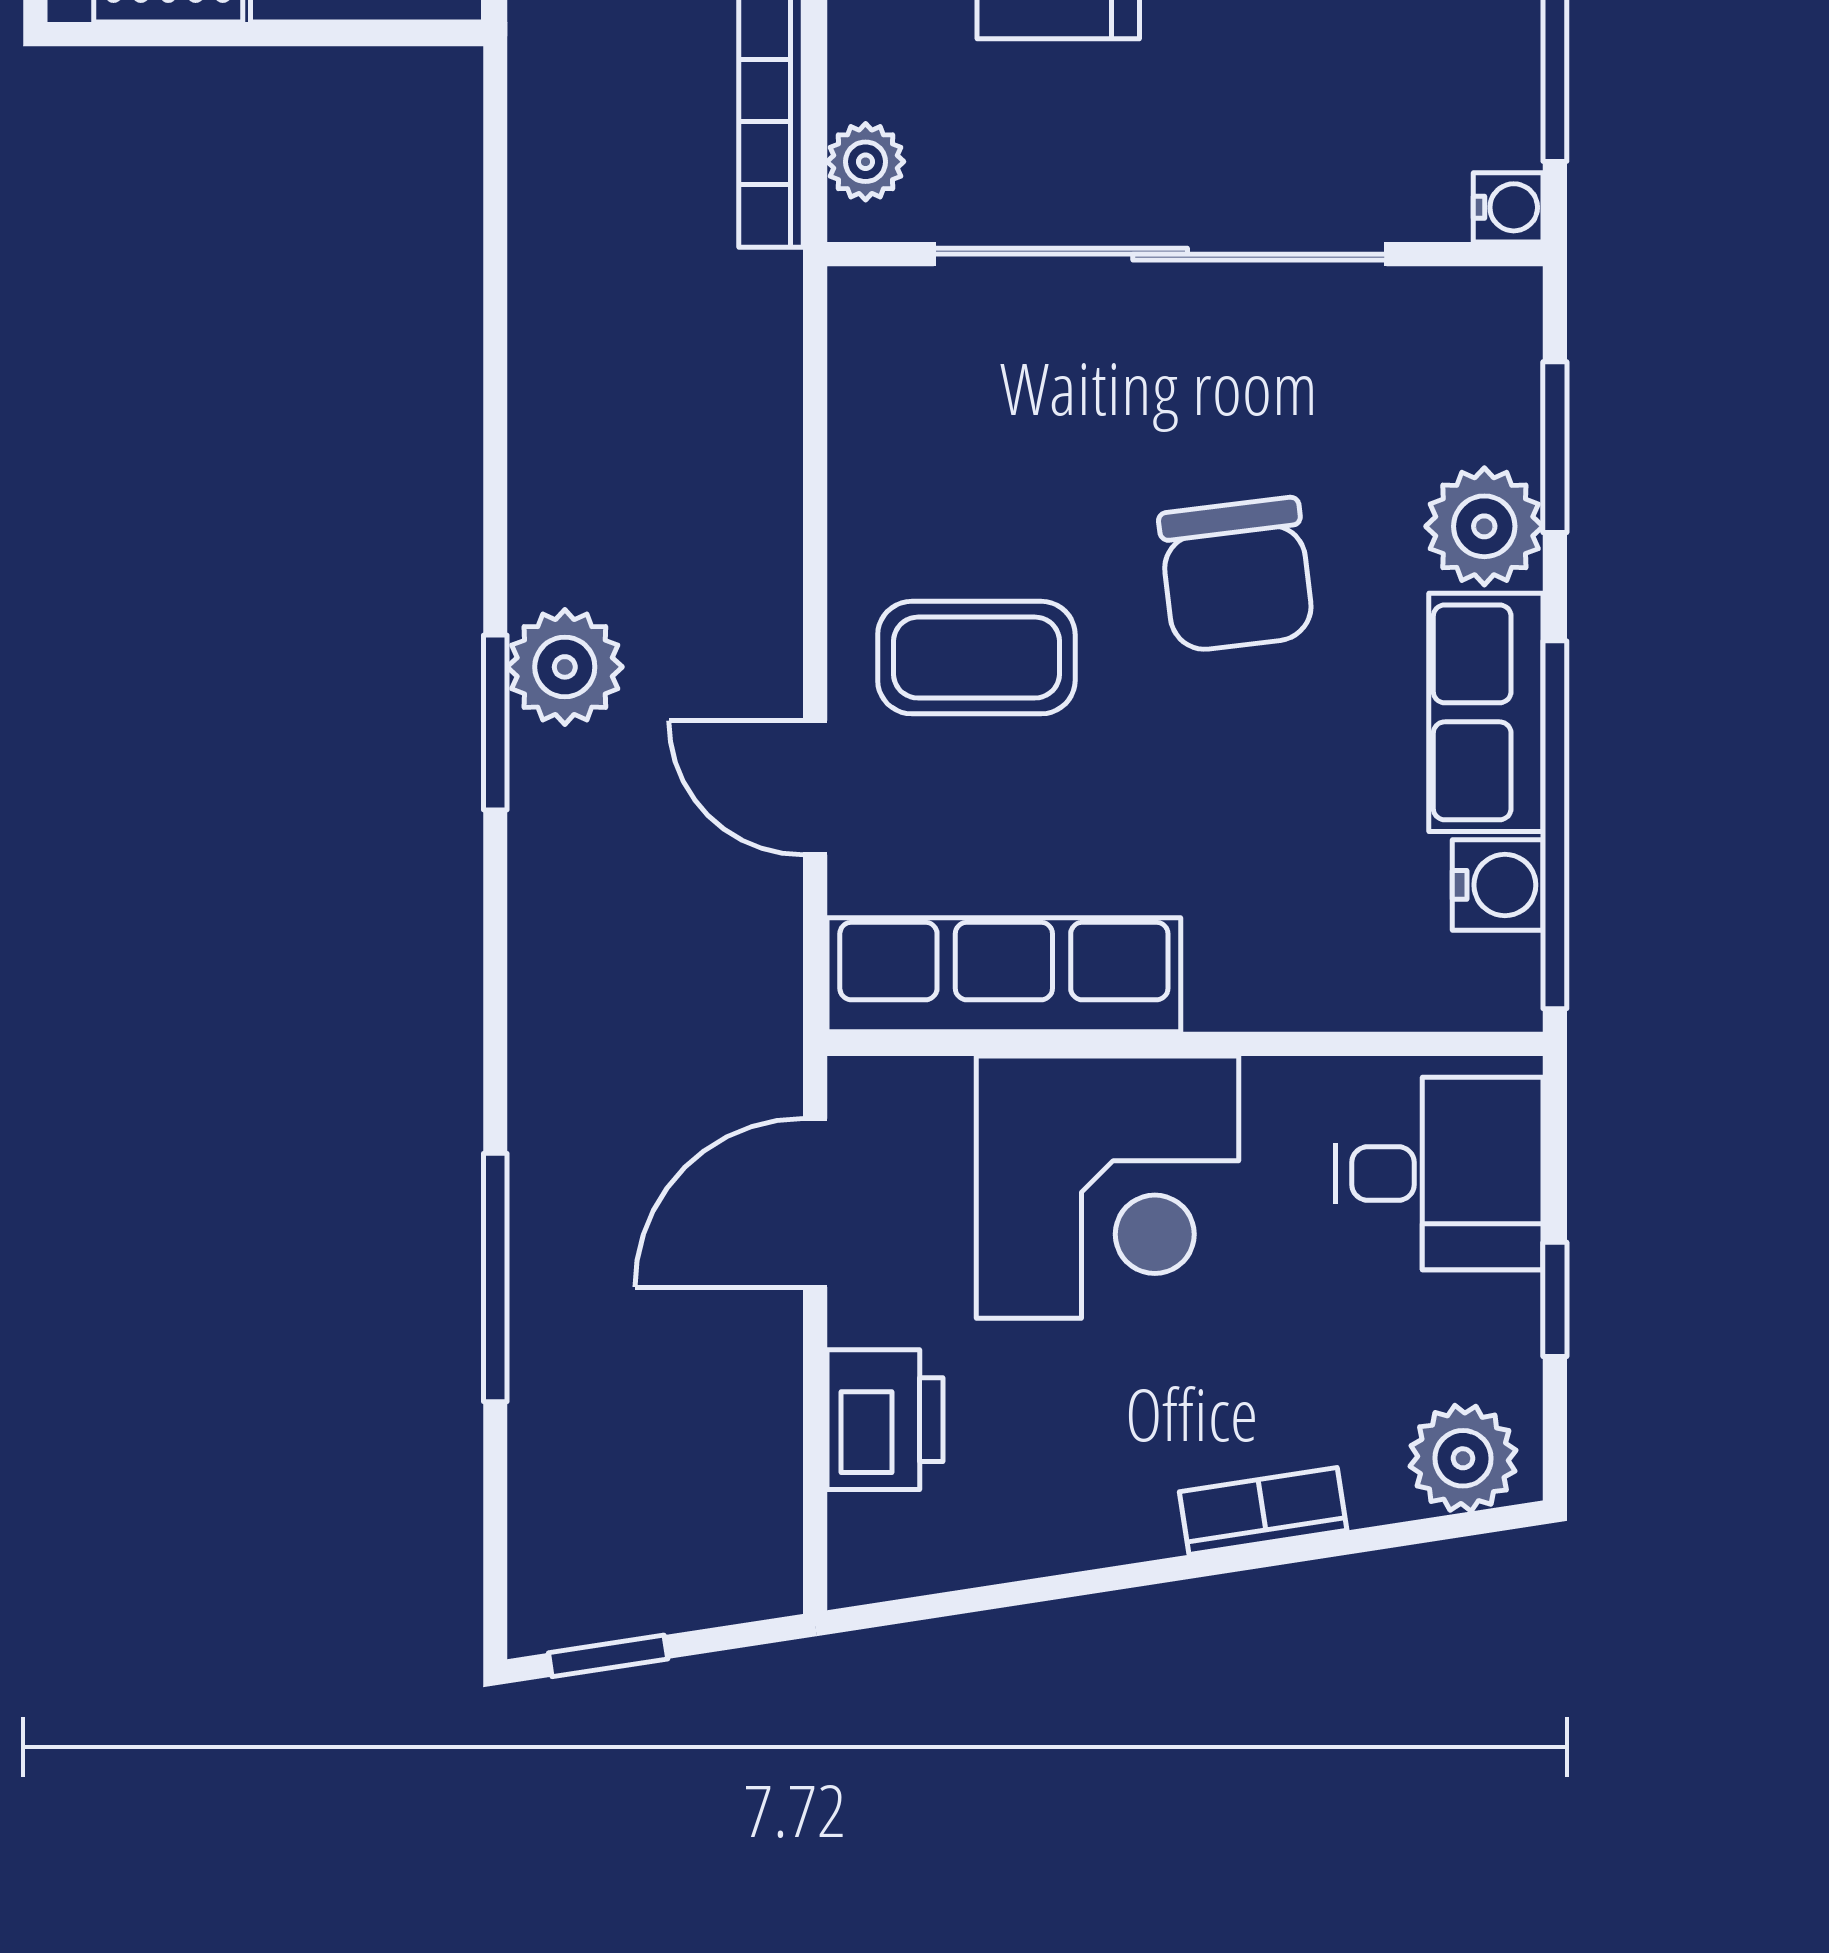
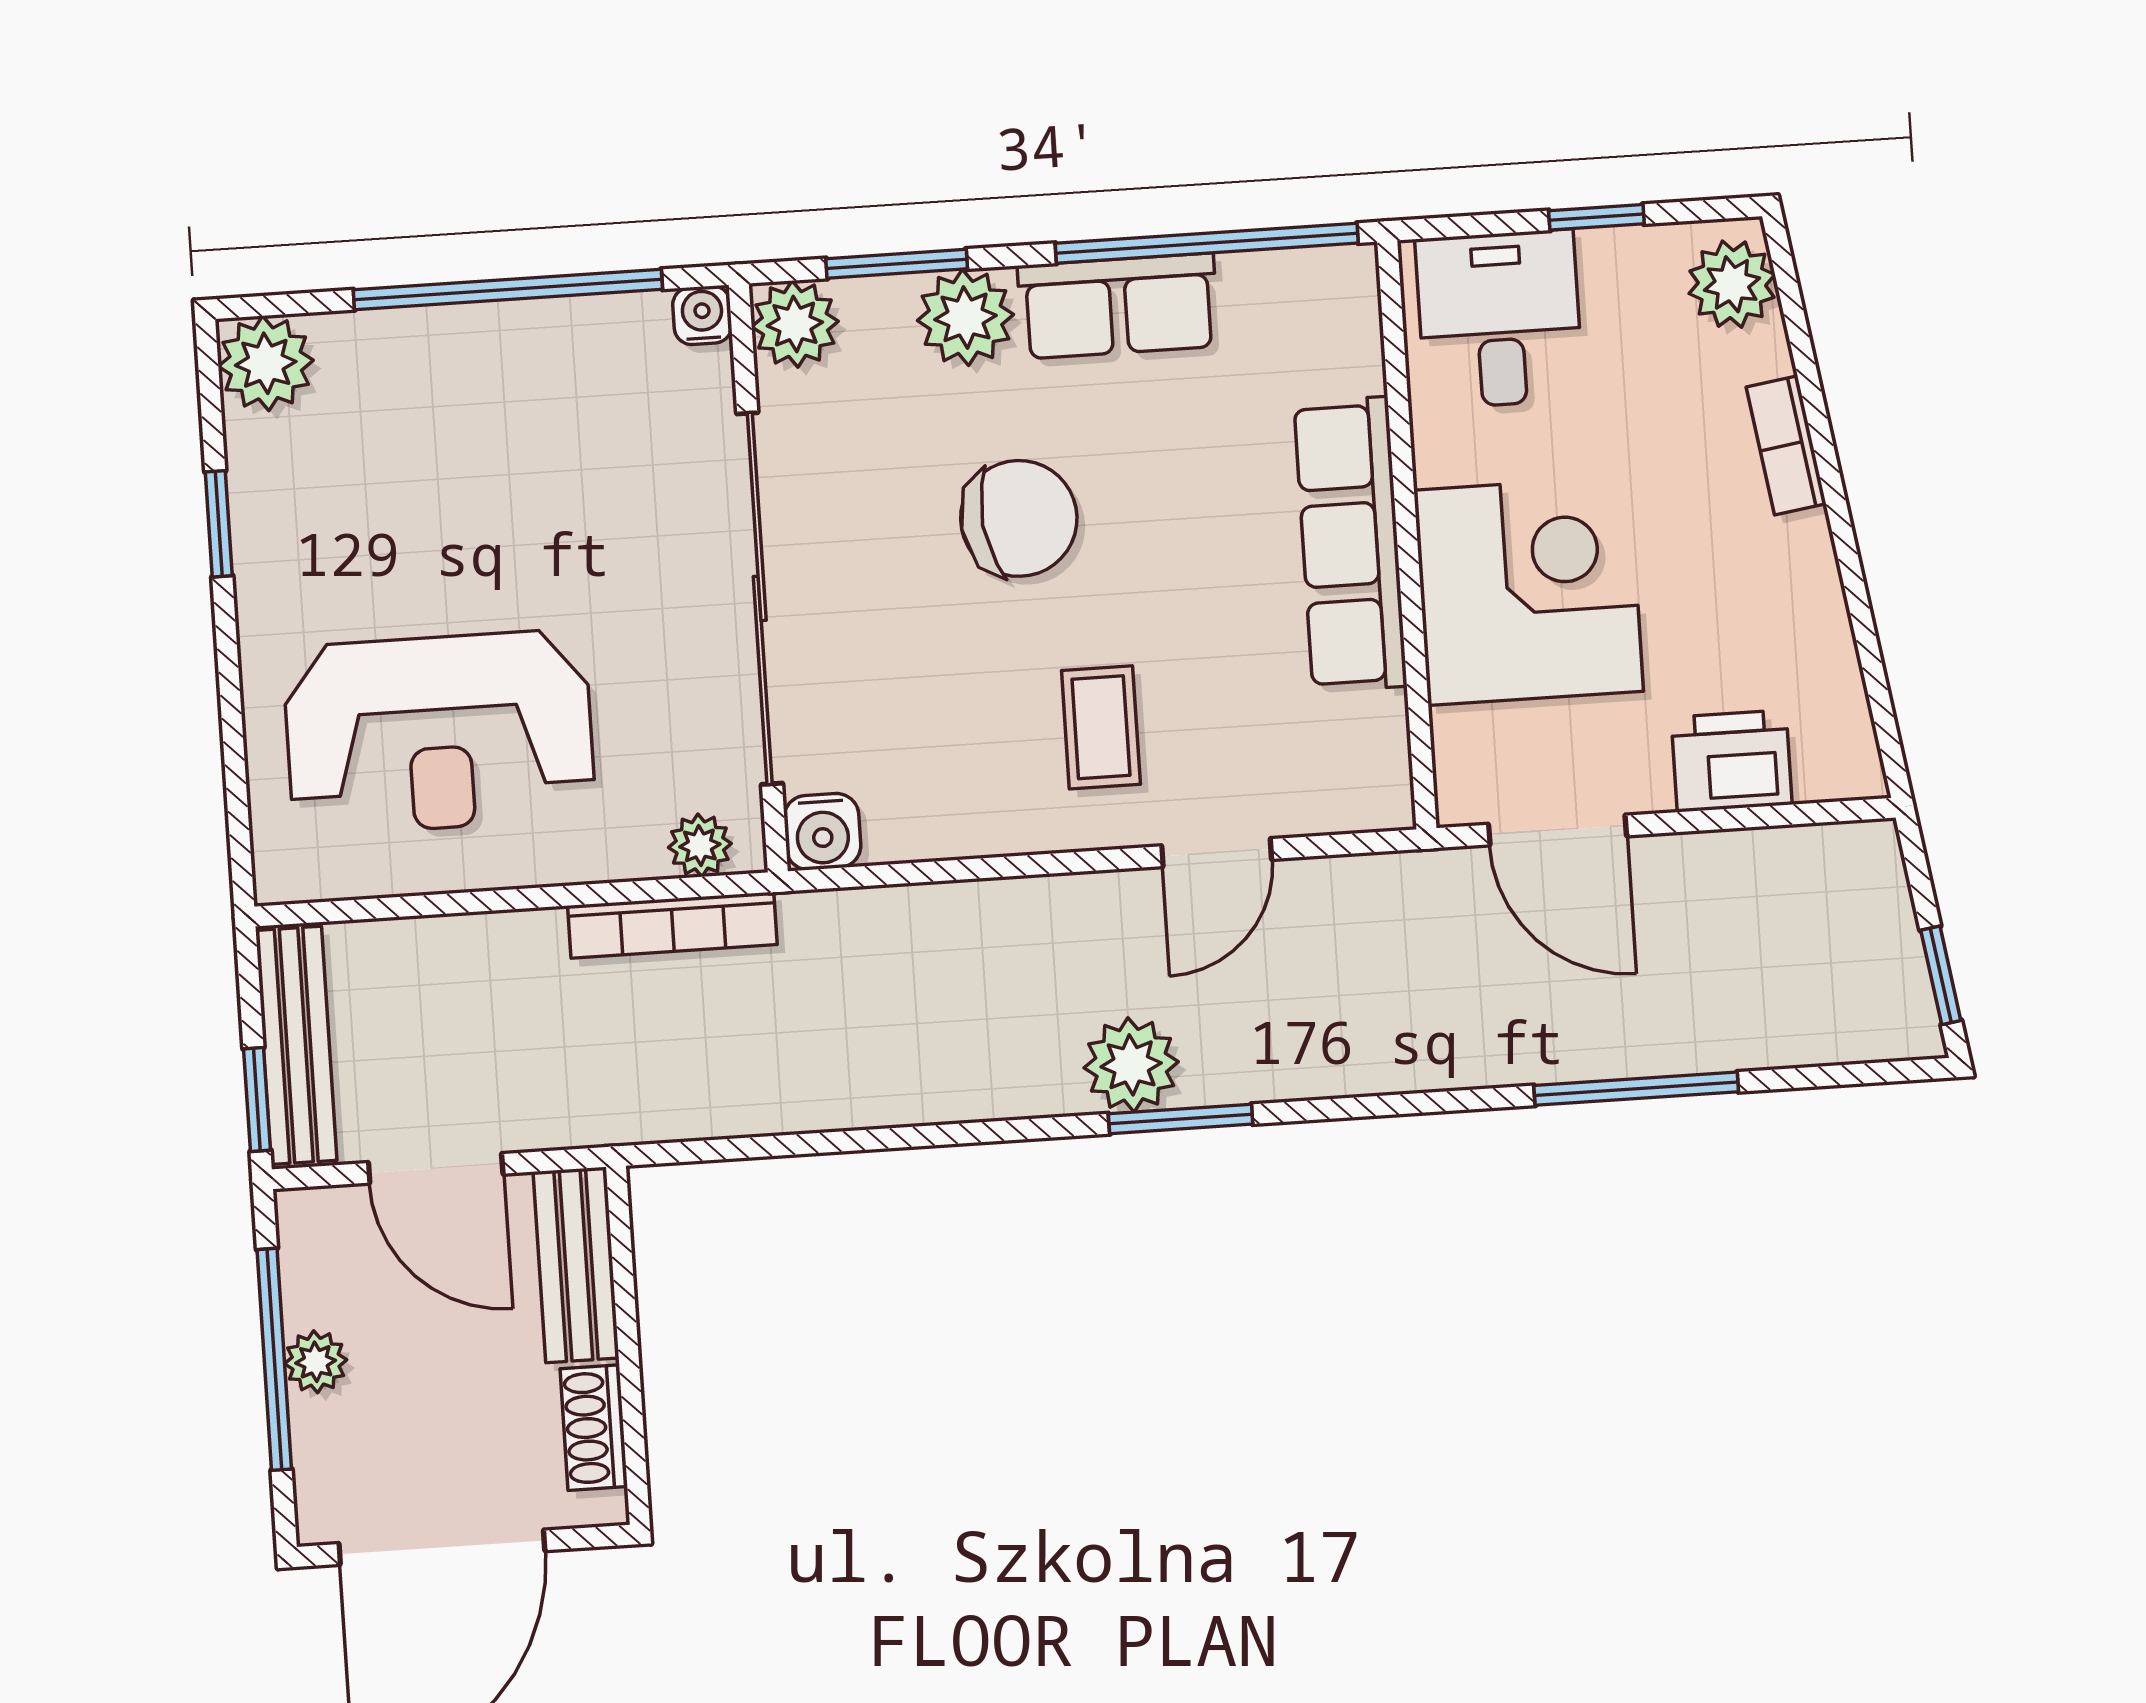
plant: (1490, 319) -> (795, 324), added
coffee table: (976, 658) -> (1101, 727), width x0.73, depth x0.77
water cooler: (1498, 885) -> (822, 832), moved, turned 180
row of seats: (1004, 975) -> (1350, 544), moved

